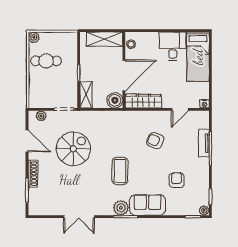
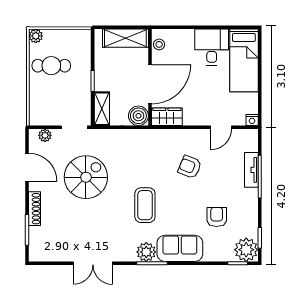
wardrobe: (143, 101) -> (167, 117), width x0.67
plant: (204, 210) -> (246, 250), width x1.87, depth x1.87

